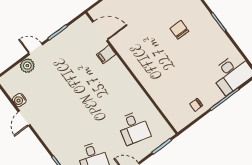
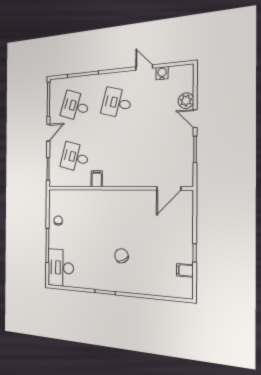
chair: (179, 30) -> (121, 256), turned -114
door: (36, 49) -> (195, 119), swing flipped
filing cabinet: (106, 54) -> (97, 179), moved
desk: (66, 122) -> (117, 103), added

